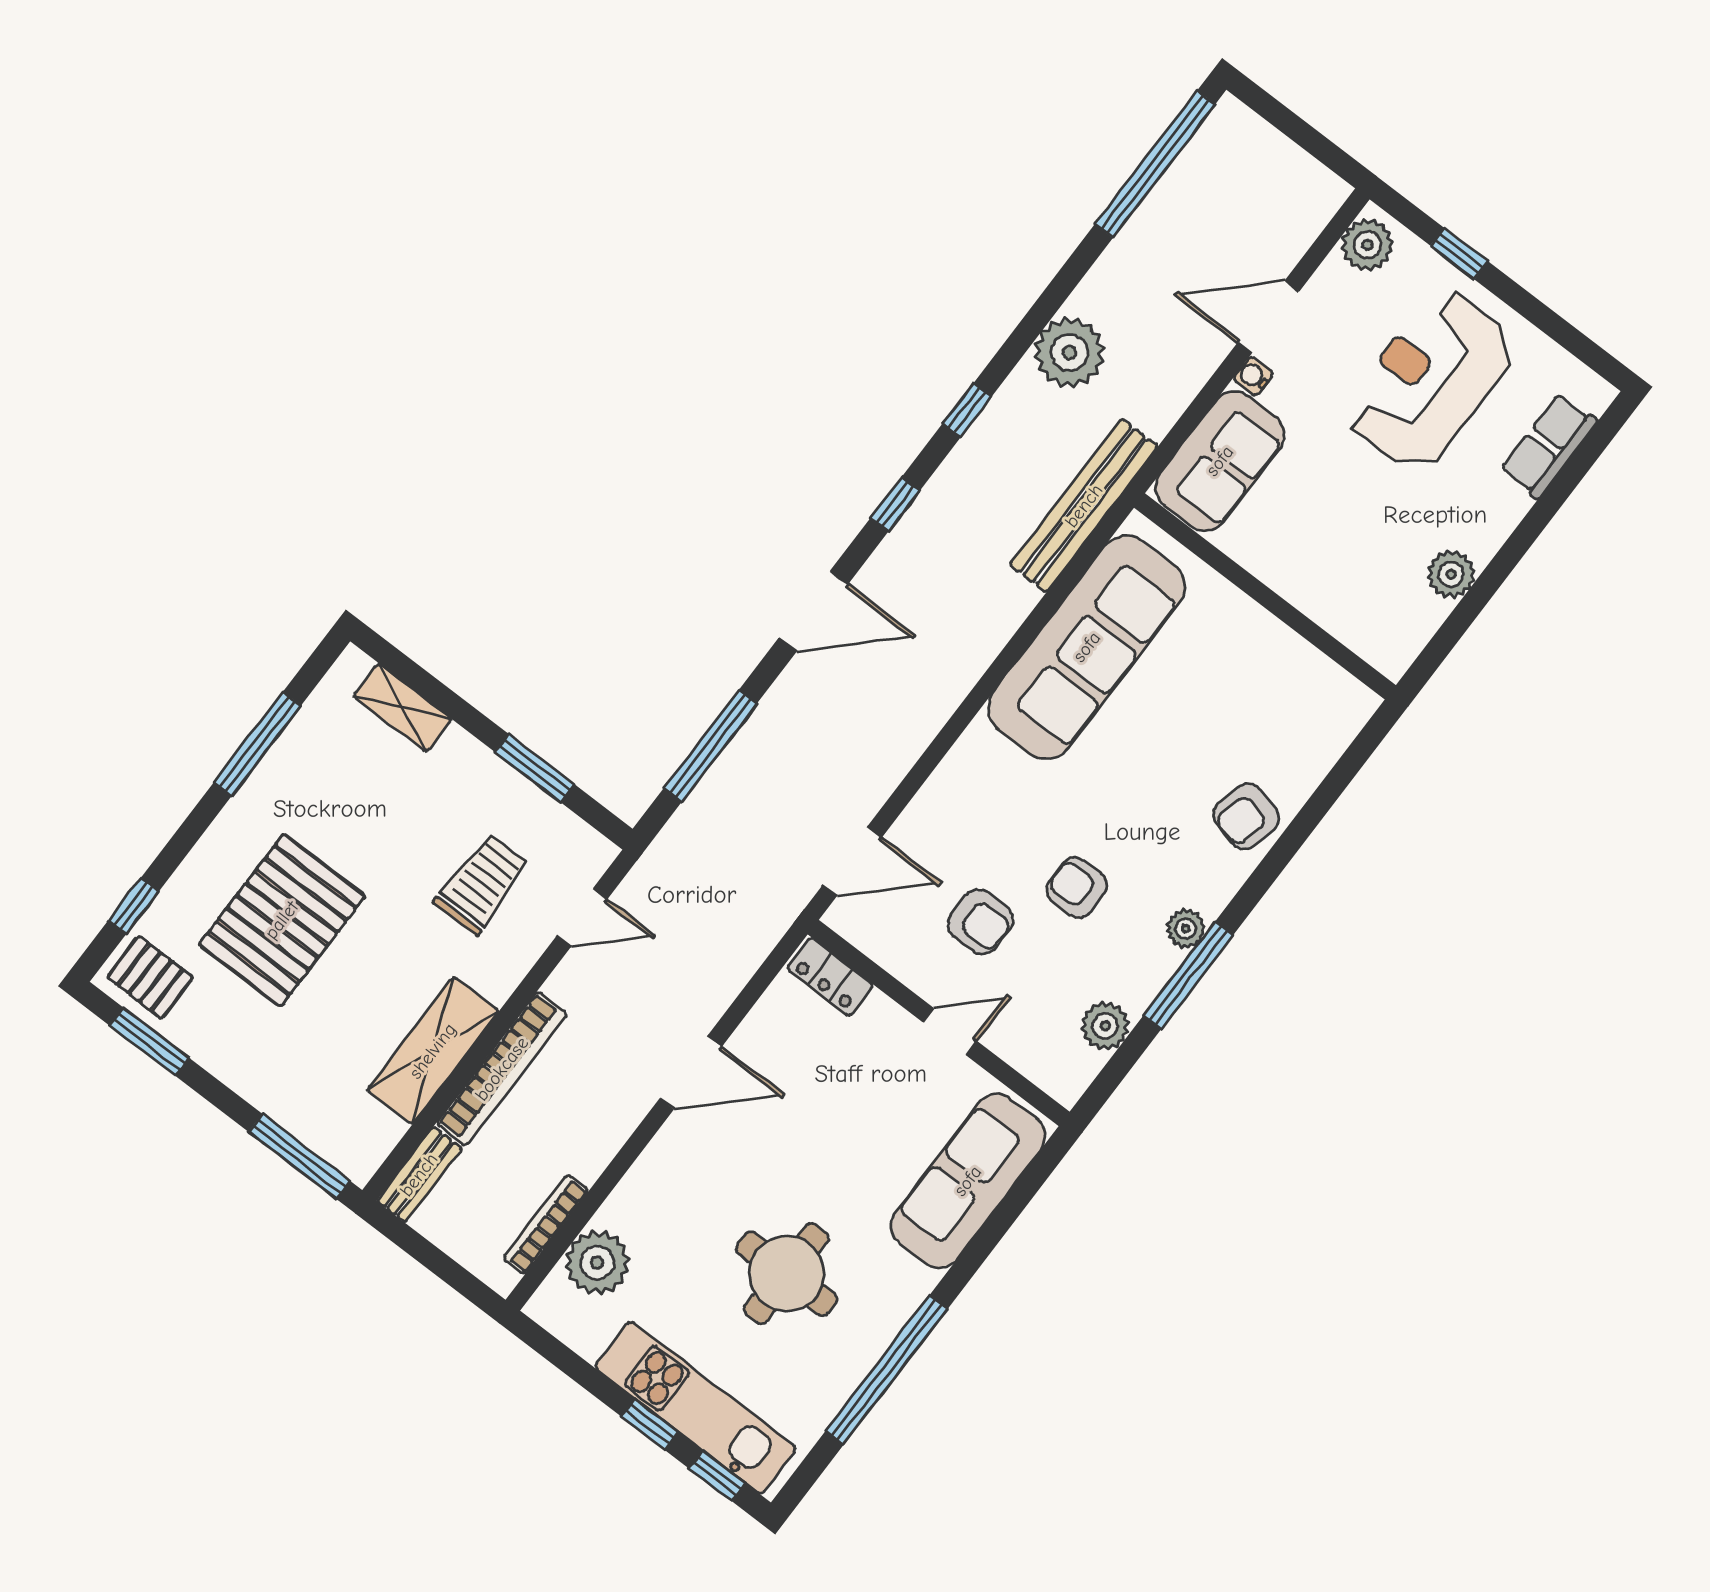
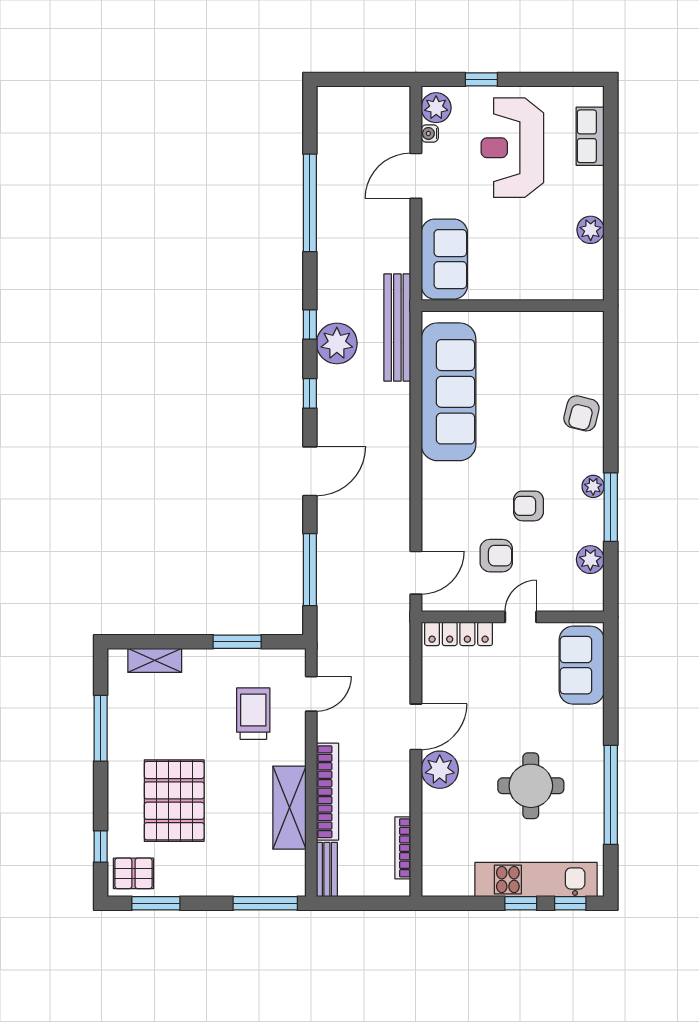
window: (1155, 164) -> (310, 203), moved
plant: (1069, 353) -> (337, 343), moved
water cooler: (1253, 376) -> (430, 133), moved
locker: (830, 977) -> (459, 634), width x1.53
sofa: (968, 1181) -> (582, 665), width x0.73
plant: (597, 1263) -> (440, 770), moved

